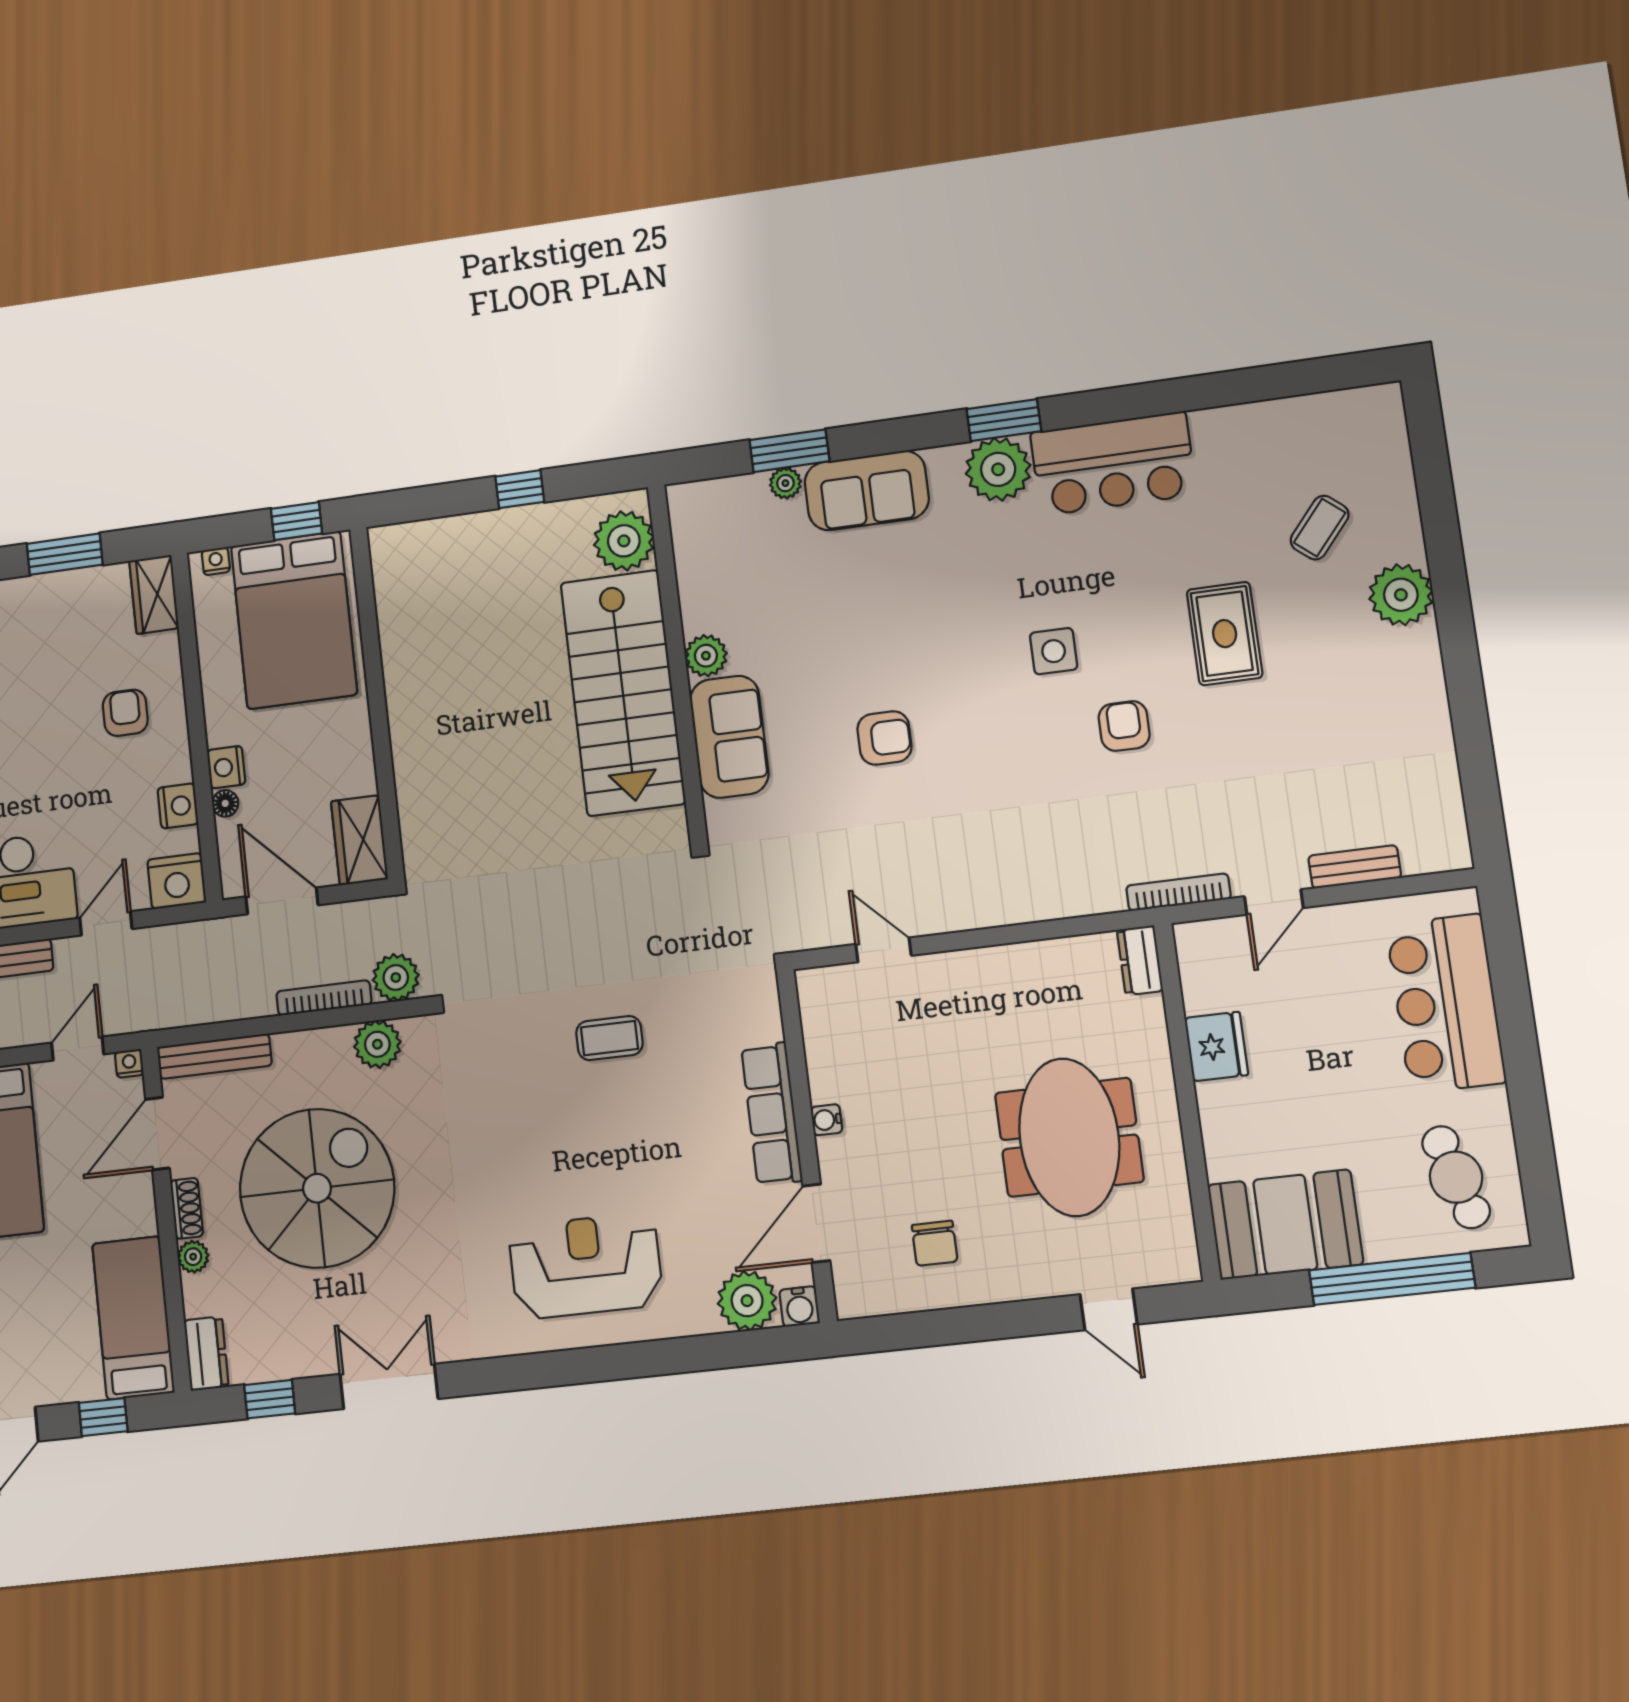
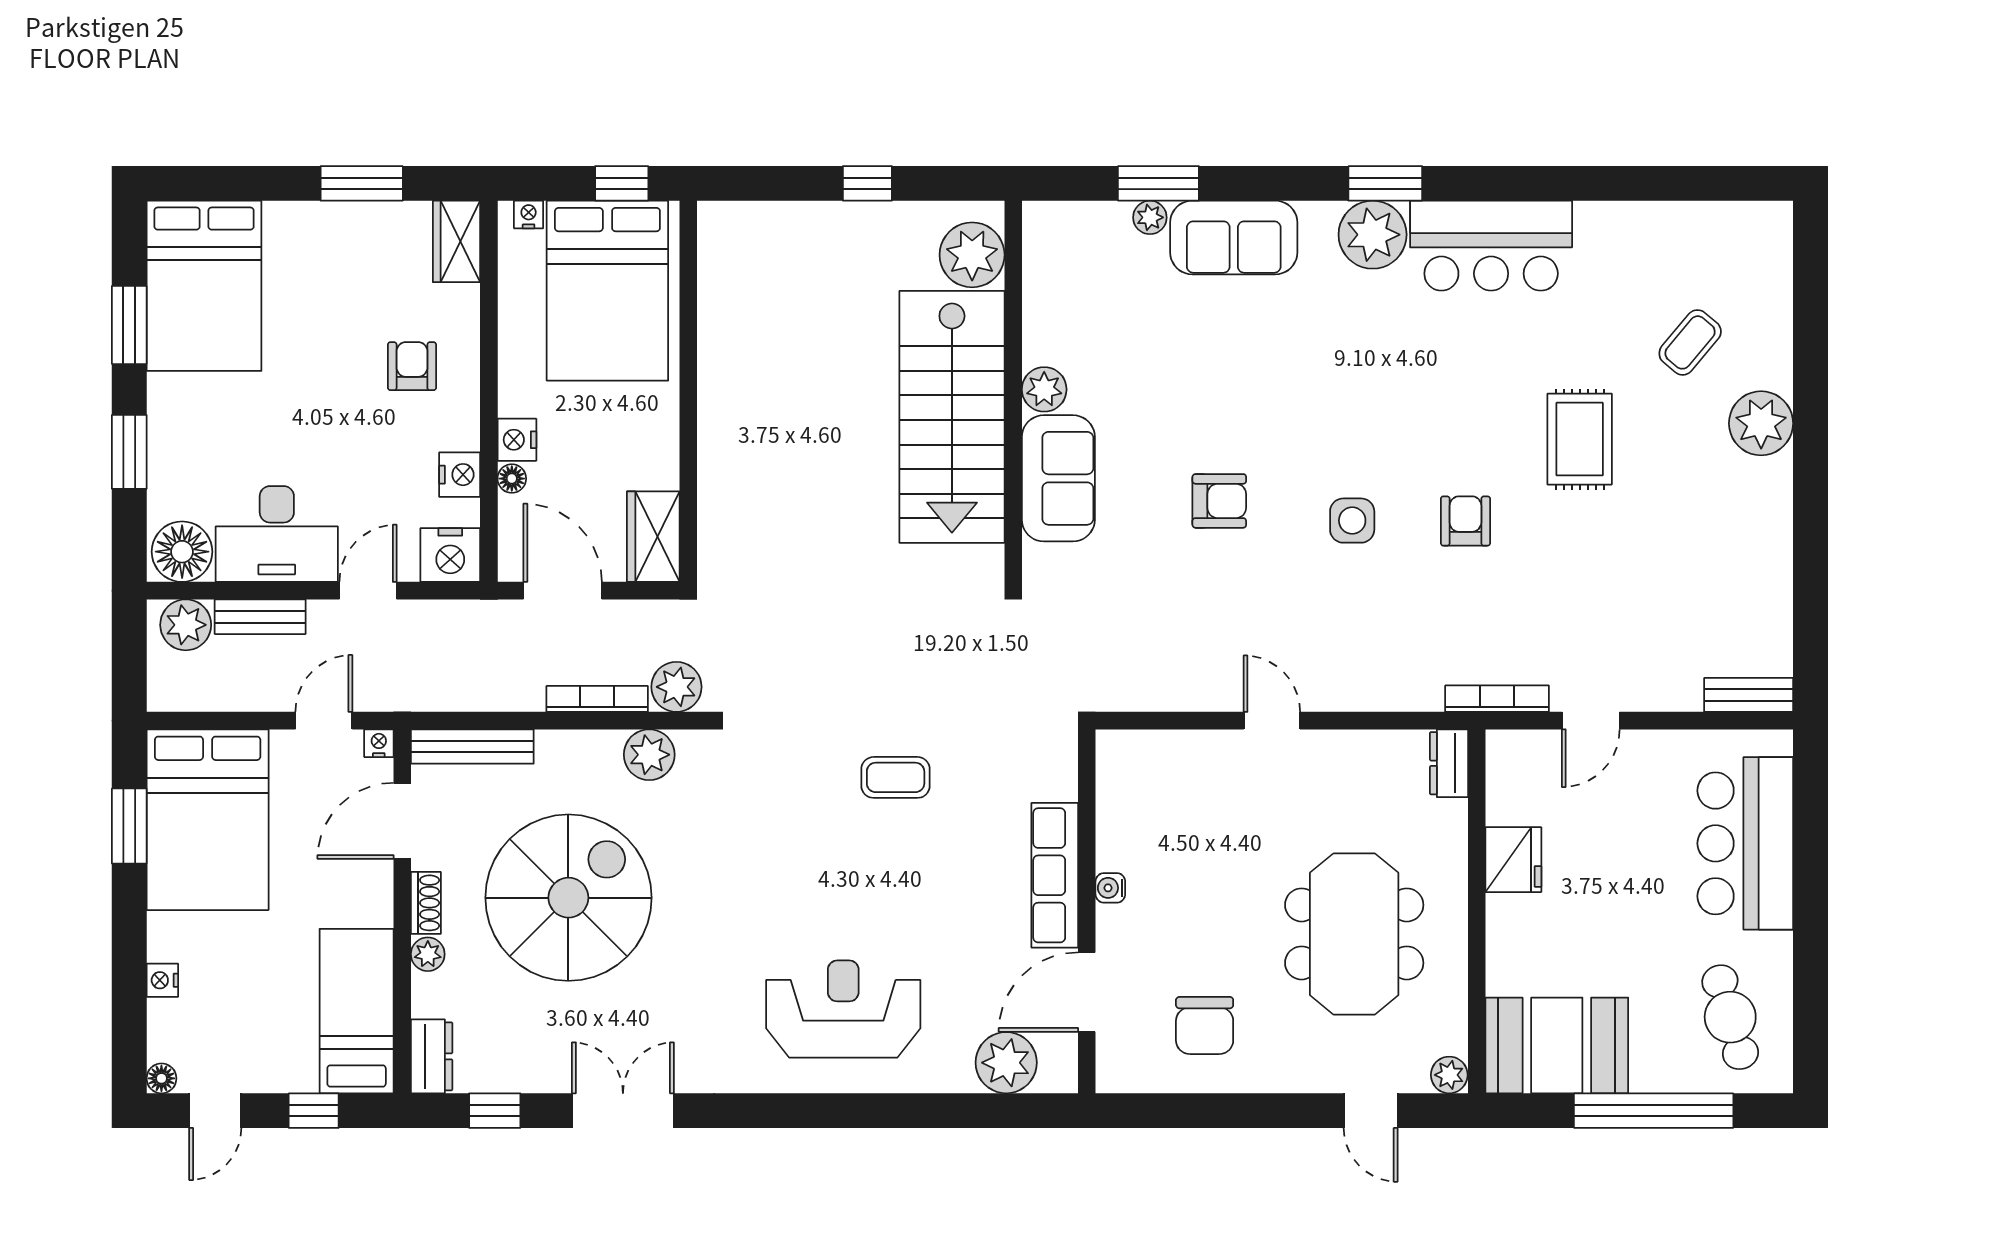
side table: (1054, 651) -> (1352, 521), moved
bench: (1355, 867) -> (1749, 695), moved
door: (883, 950) -> (1272, 721), moved
chair: (935, 1243) -> (1205, 1025), width x1.37, depth x1.37
plant: (1182, 1266) -> (1449, 1075), added
water cooler: (800, 1306) -> (1059, 1074), removed

